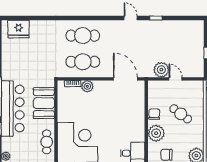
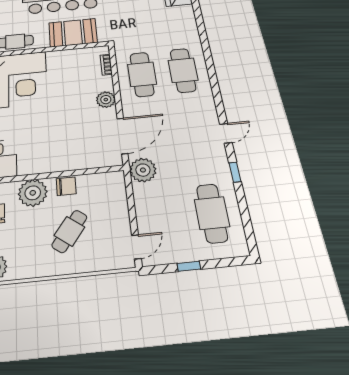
cafe table: (179, 36) -> (212, 213), added
plant: (161, 70) -> (143, 170), moved
door: (175, 79) -> (136, 247), moved
plant: (87, 86) -> (106, 100), moved

